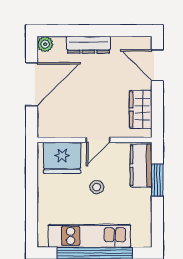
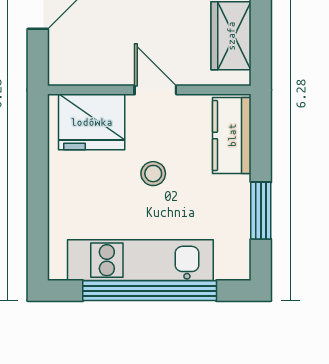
door: (98, 140) -> (155, 90), swing flipped
window: (157, 180) -> (261, 211), moved

